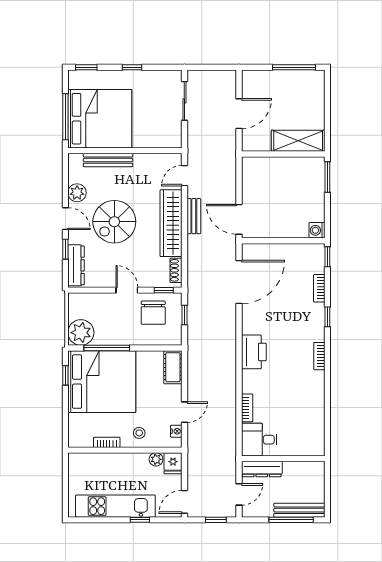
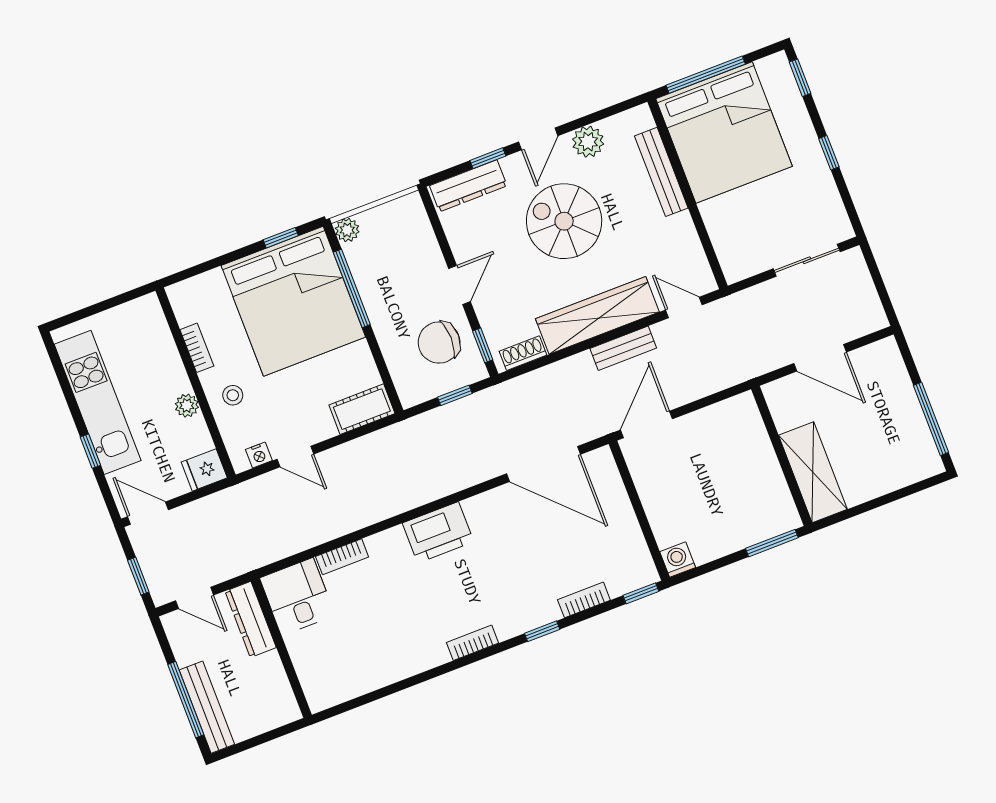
plant: (81, 333) -> (347, 230), width x0.53, depth x0.53
plant: (156, 459) -> (187, 406), moved

